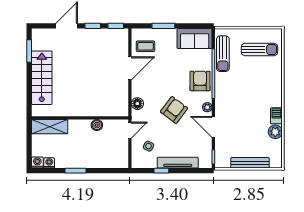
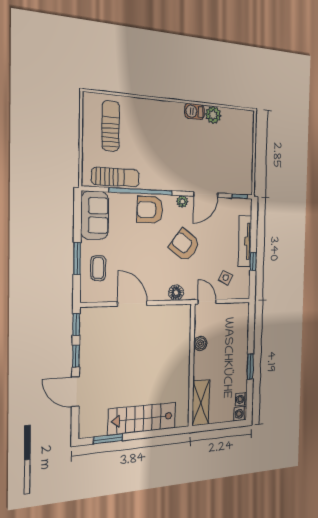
coffee table: (146, 46) -> (98, 268), moved
bench: (250, 163) -> (247, 151), removed

